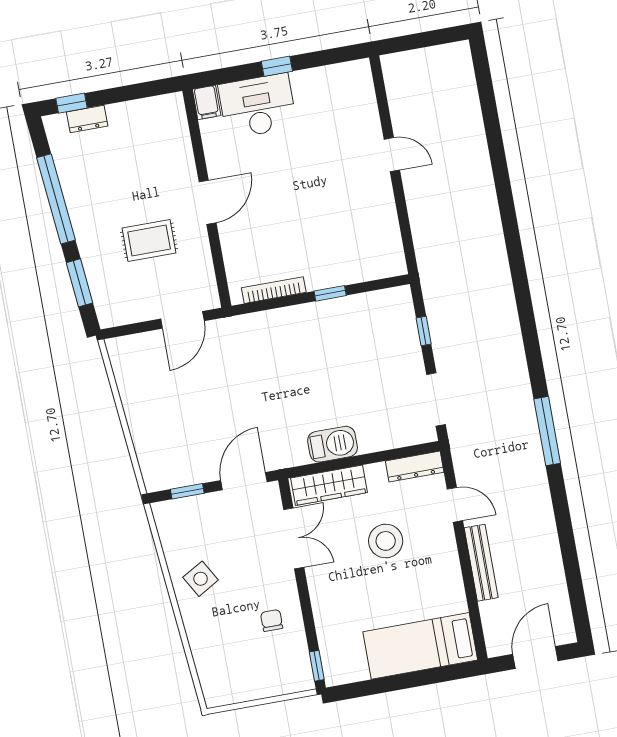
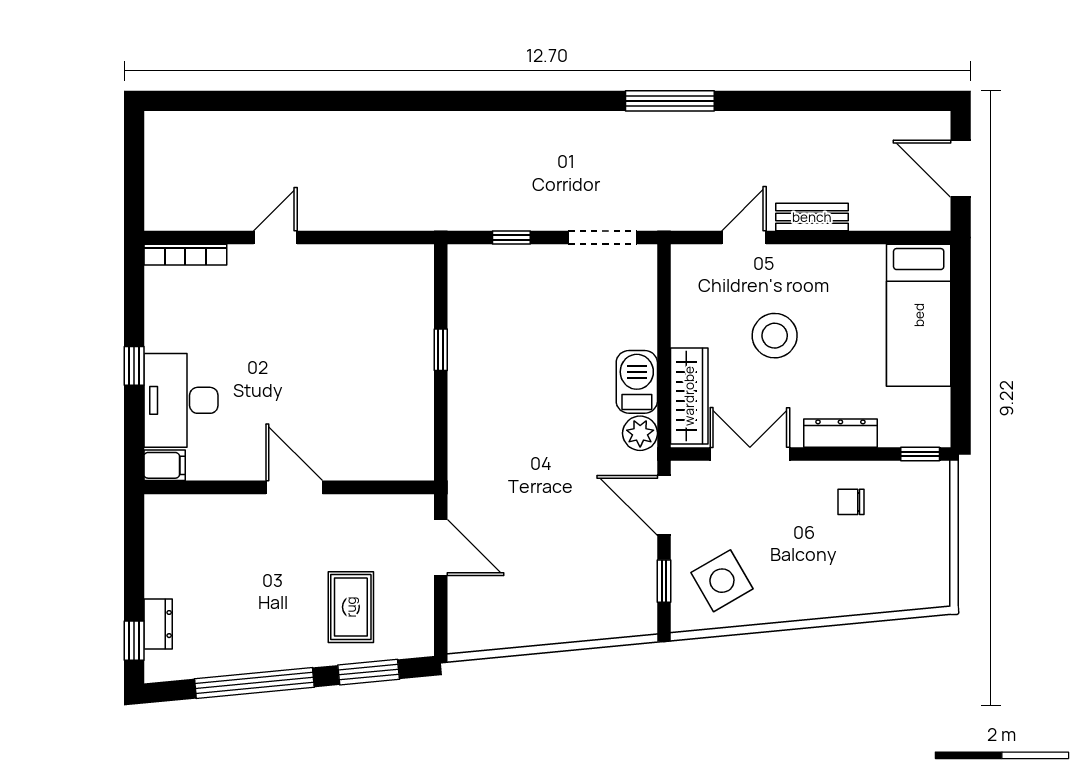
rug: (149, 240) -> (351, 607), moved
bookcase: (274, 290) -> (185, 255), moved, turned -90
plant: (295, 453) -> (640, 433), added
dresser: (415, 467) -> (840, 433), moved, turned -90
bench: (481, 563) -> (812, 217), width x0.73
side table: (201, 579) -> (722, 581), moved, width x1.37, depth x1.37

